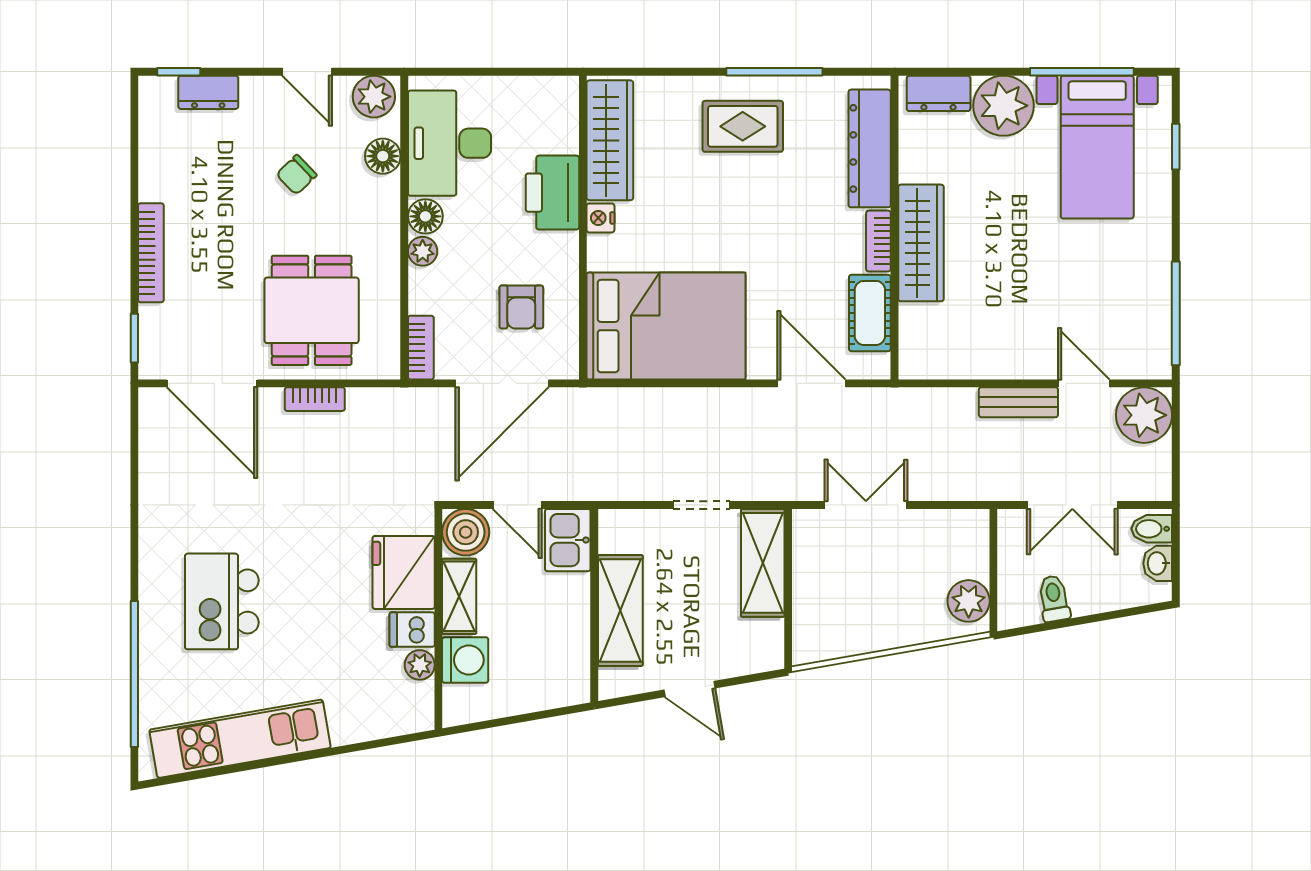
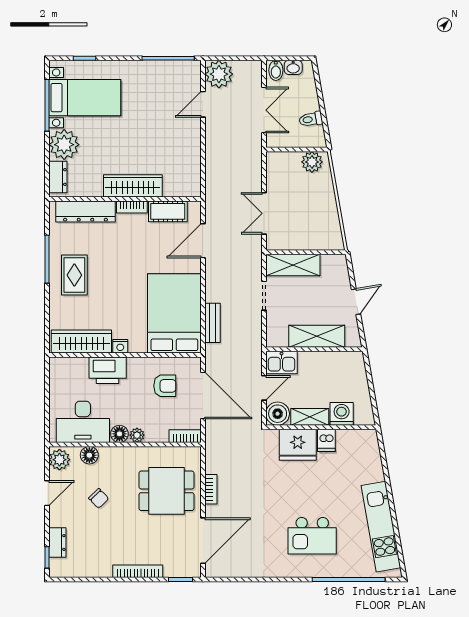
bench: (1018, 402) -> (213, 323), moved
plant: (420, 665) -> (344, 437), removed

